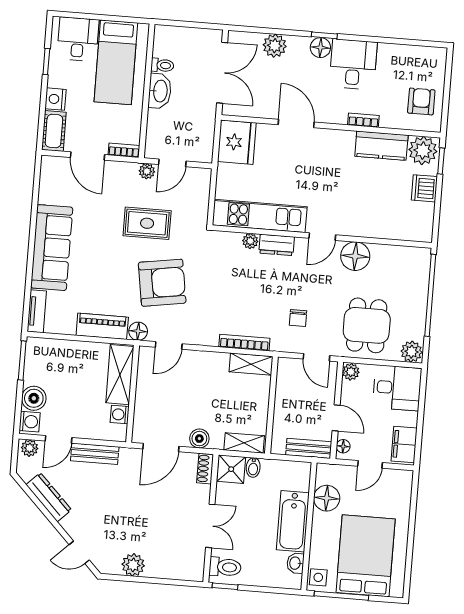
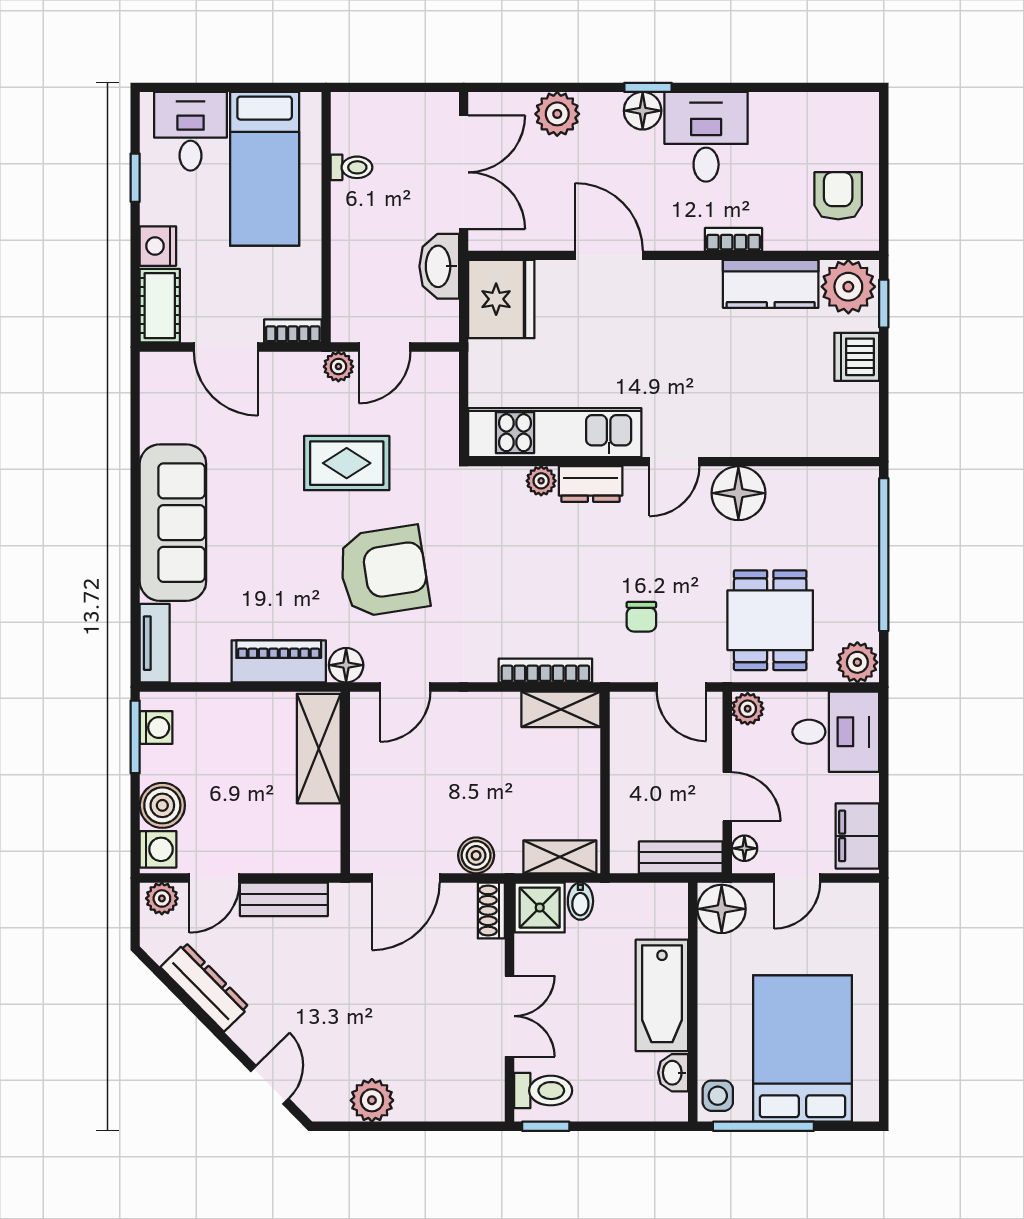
washbasin: (160, 91) -> (439, 266), moved, turned 180
washing machine: (120, 415) -> (156, 727), moved, turned 180
floor lamp: (327, 498) -> (722, 909), moved
door: (79, 552) -> (270, 1085), swing flipped

